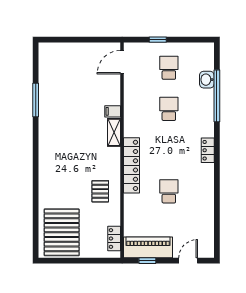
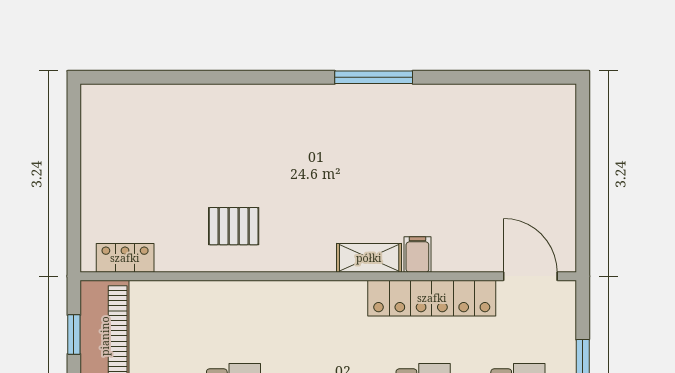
window: (36, 100) -> (374, 77), moved
locker: (132, 165) -> (432, 298), moved
pallet: (62, 232) -> (139, 137), removed

